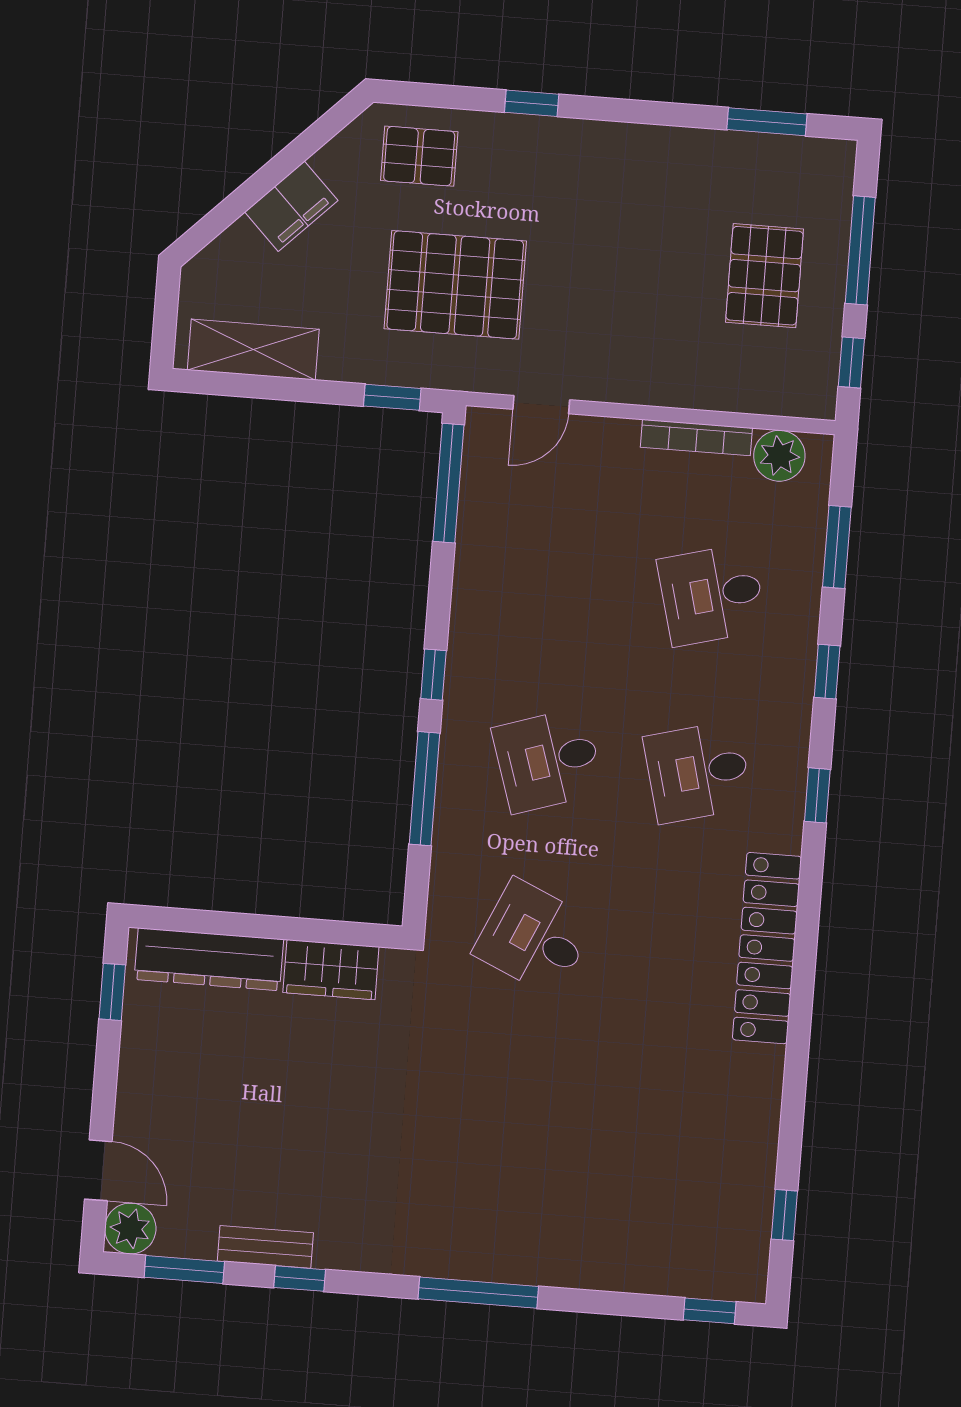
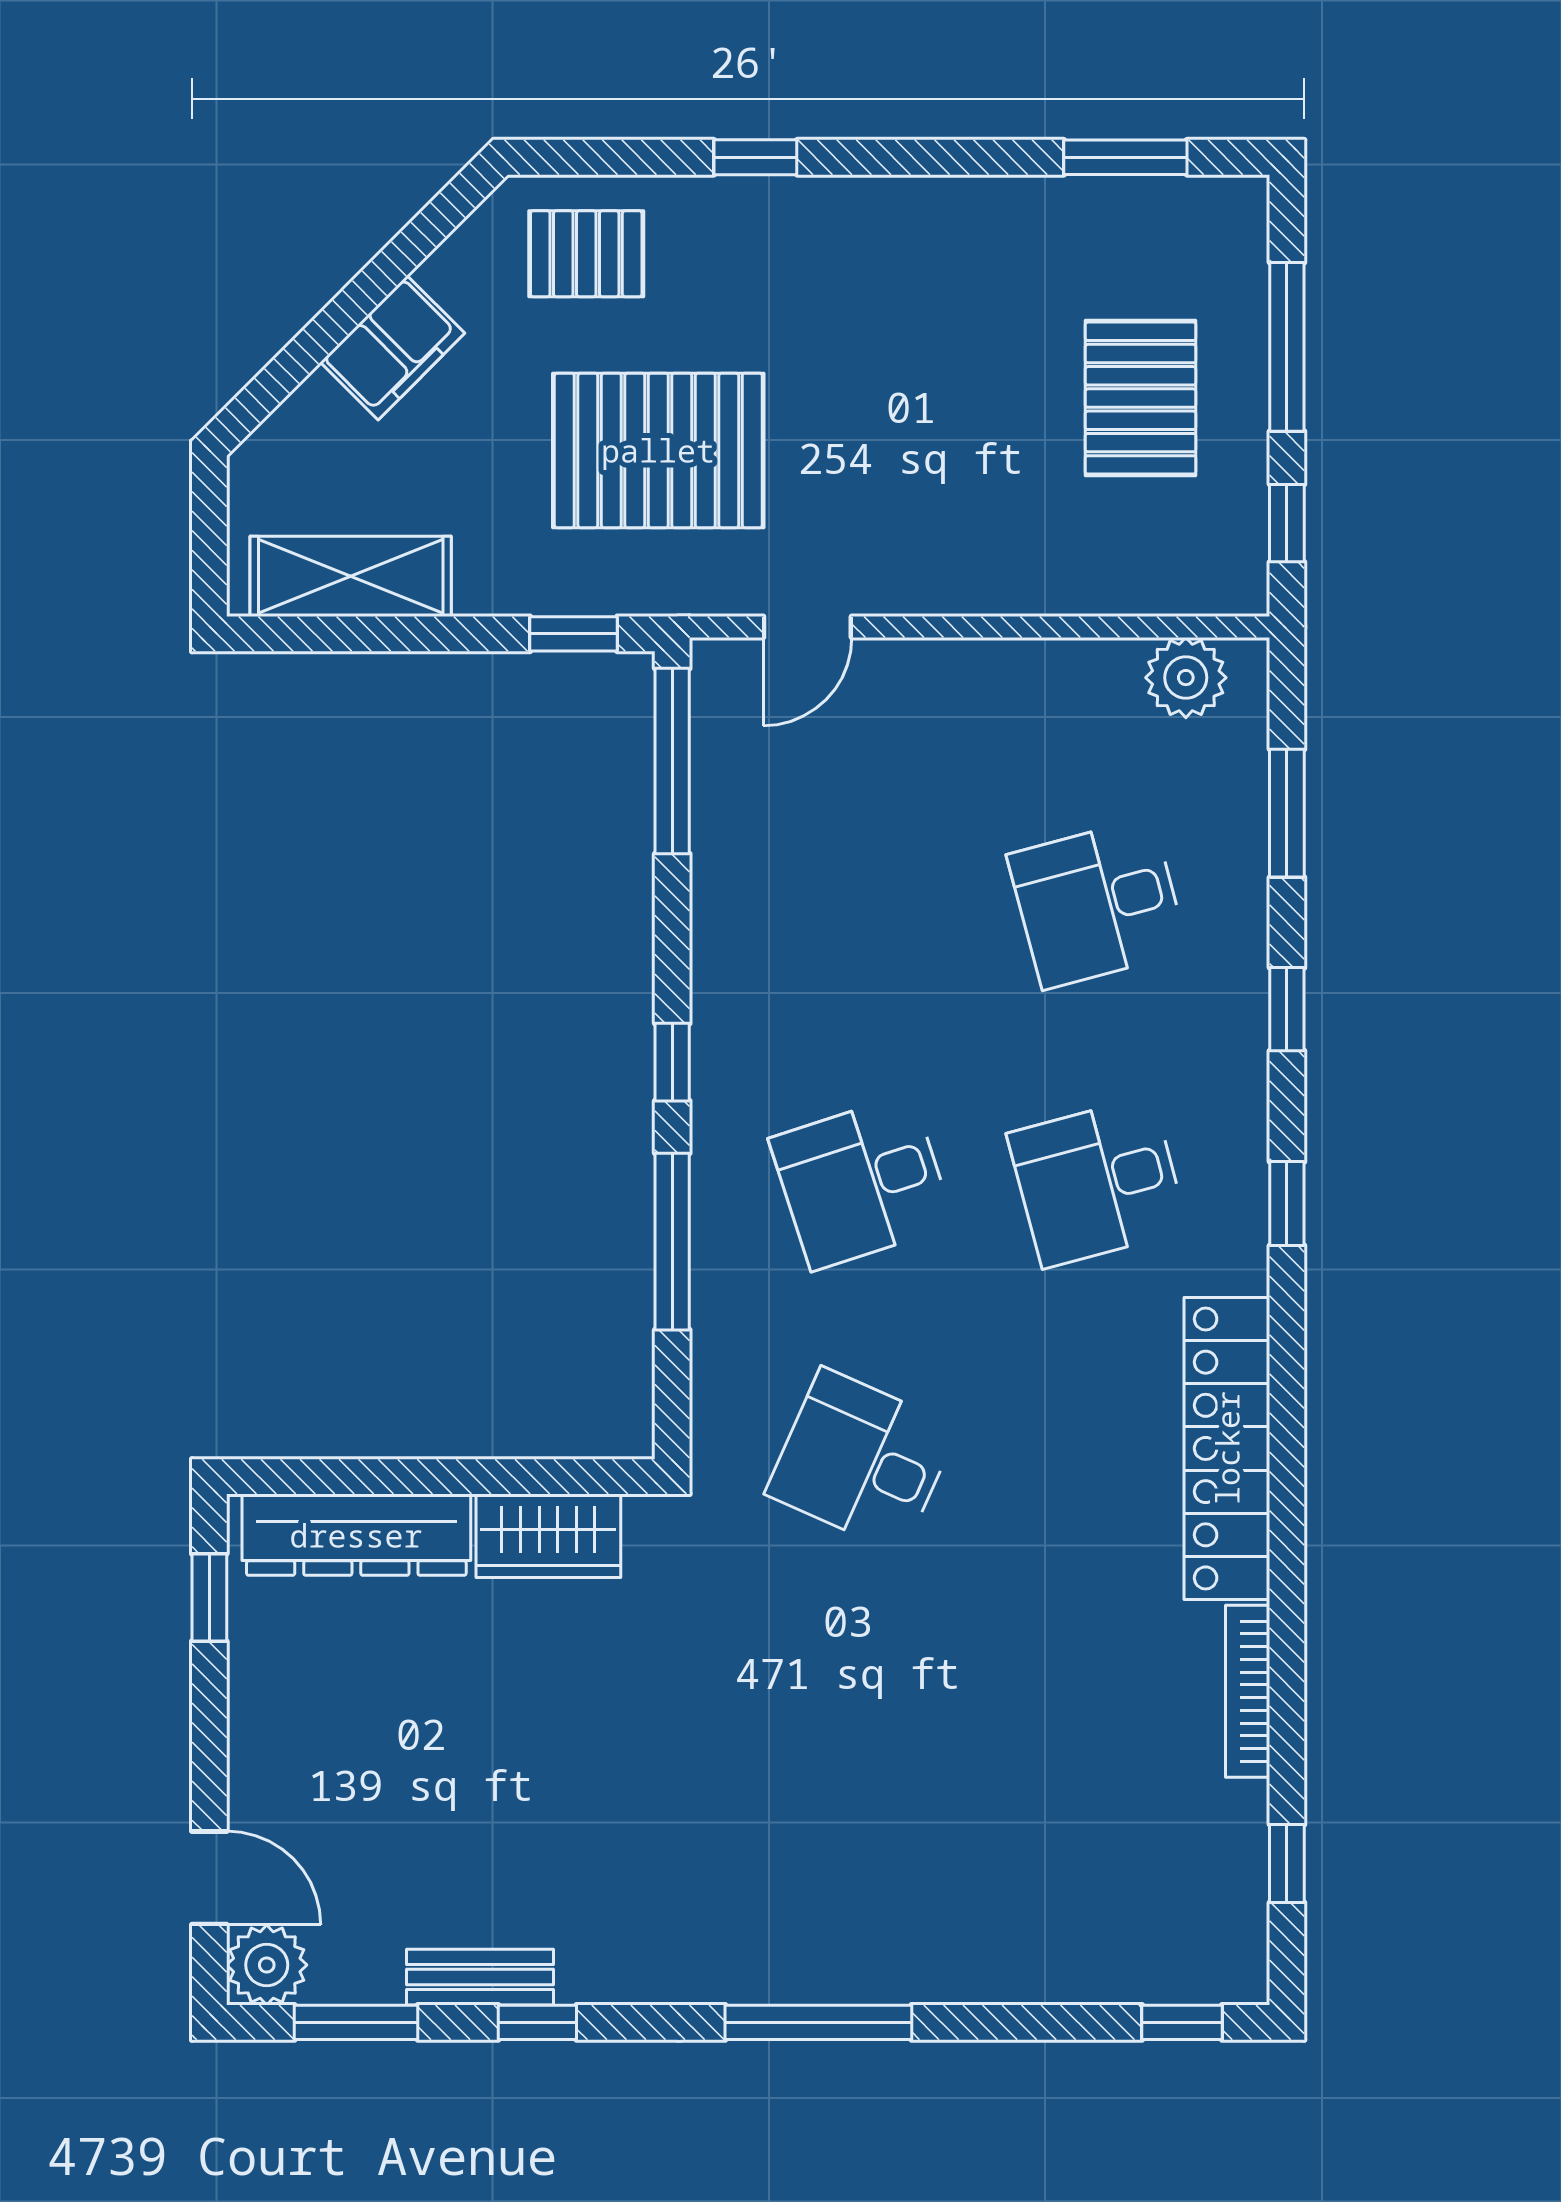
bookcase: (696, 438) -> (1248, 1691), moved, turned 90

